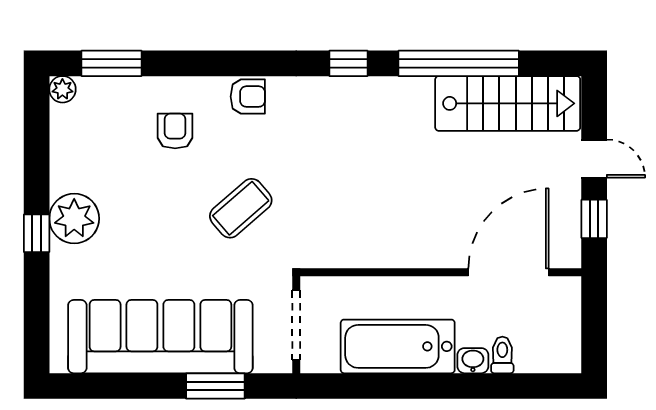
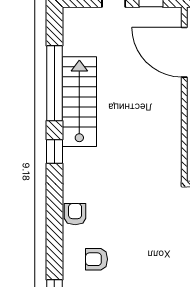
stairs: (508, 103) -> (79, 102), moved
coffee table: (241, 208) -> (144, 218), removed

